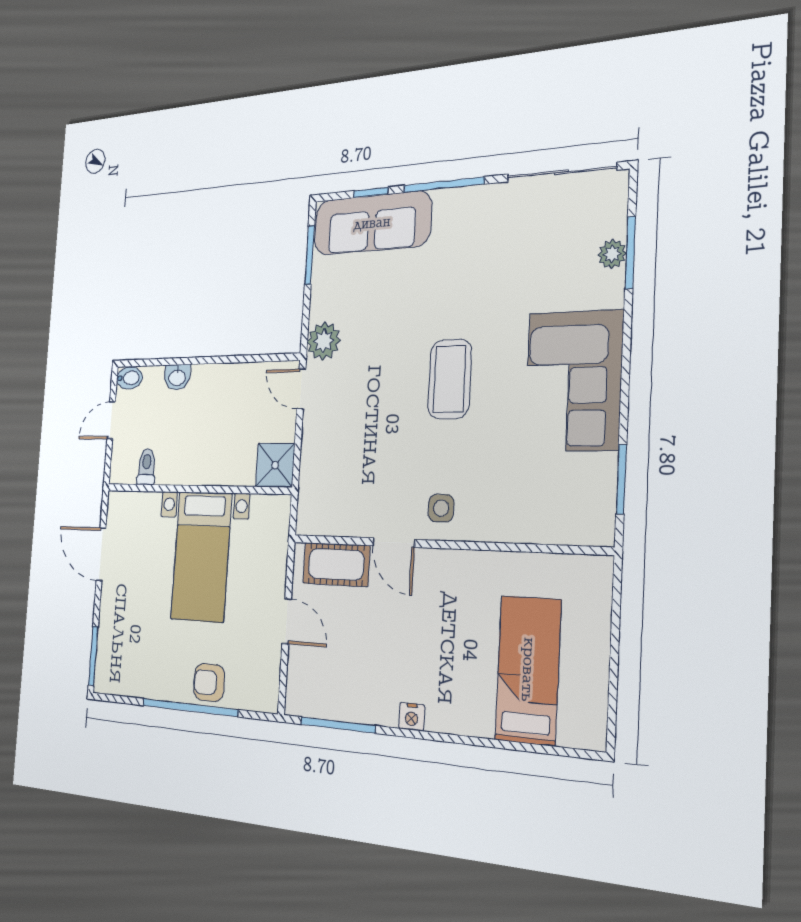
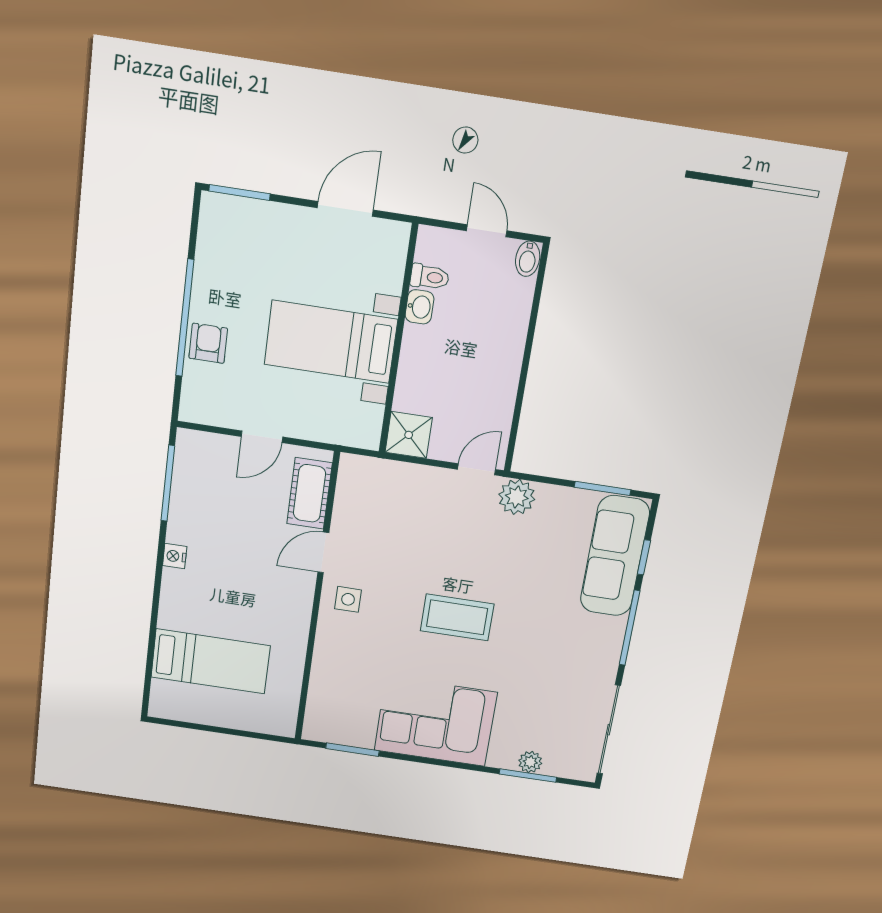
washbasin: (177, 377) -> (419, 307), moved, turned 180

